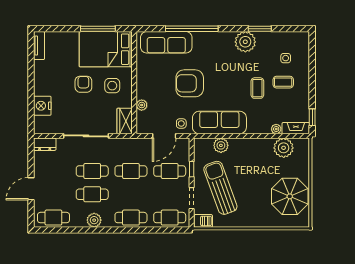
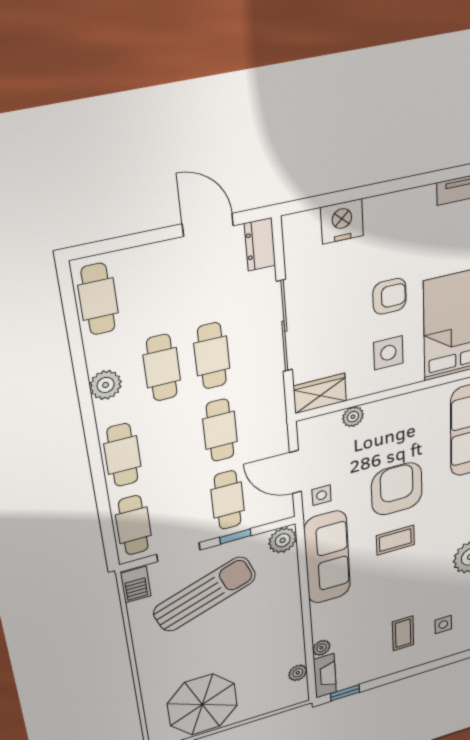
coffee table: (257, 88) -> (395, 540), moved
plant: (221, 145) -> (283, 540), moved
plant: (284, 148) -> (298, 673), width x0.53, depth x0.53
door: (31, 189) -> (208, 225), moved

